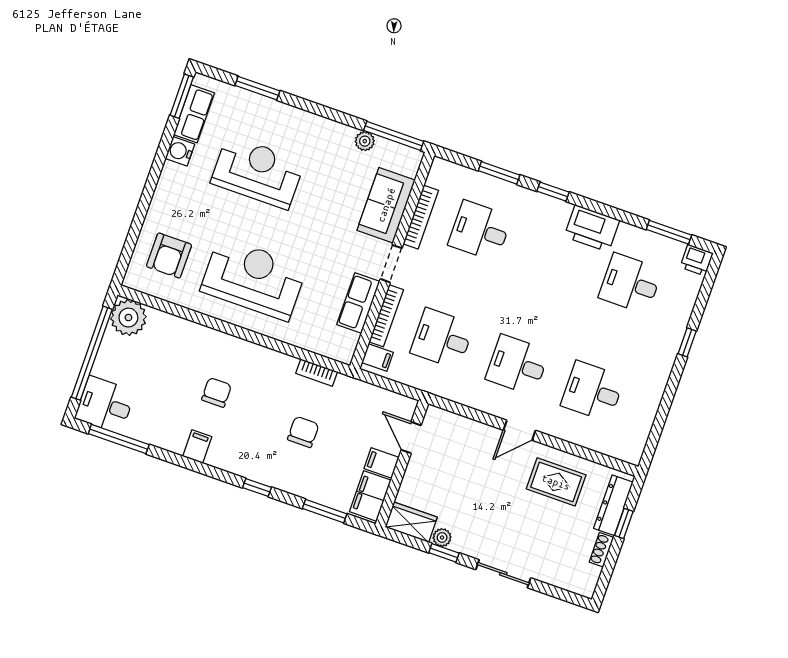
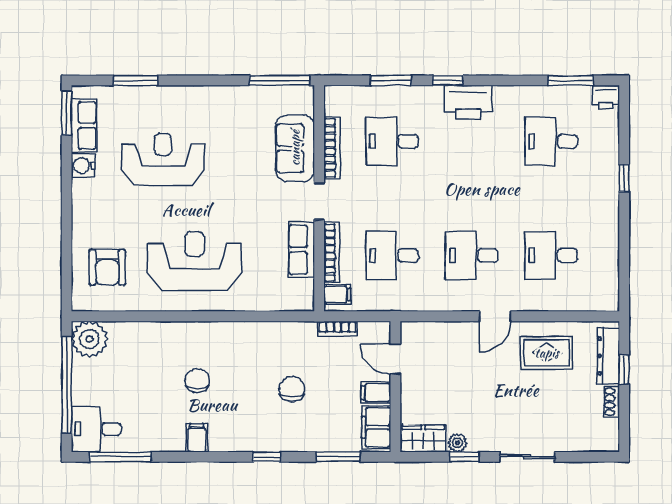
plant: (365, 141) -> (254, 95), removed
printer: (592, 228) -> (468, 102), moved
bookcase: (317, 373) -> (338, 329), moved

